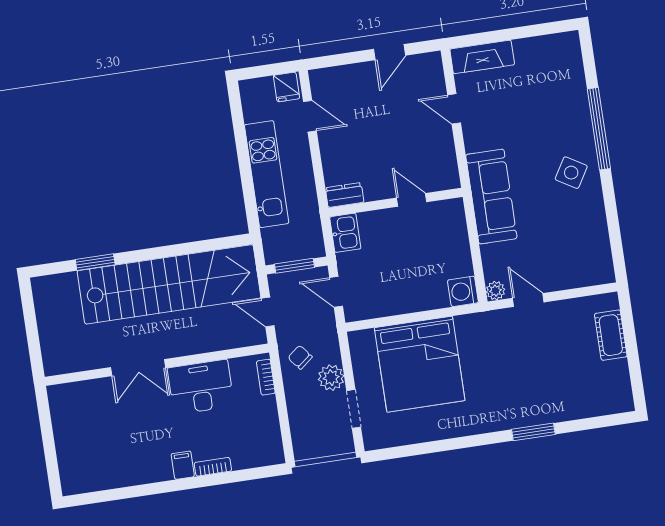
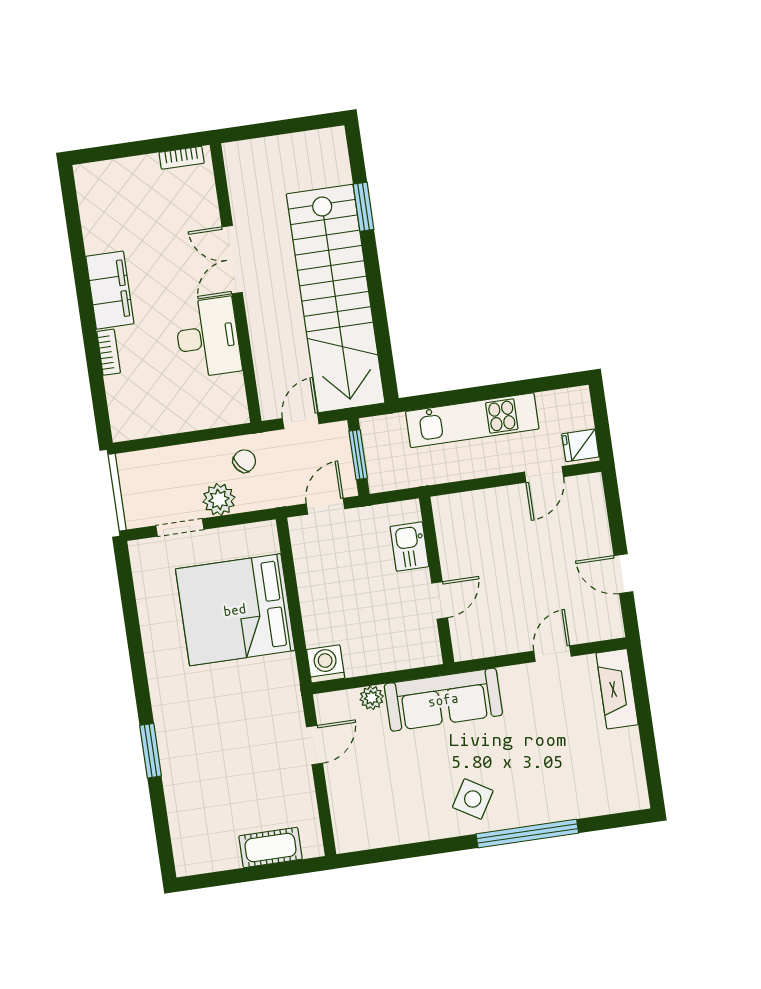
dresser: (345, 195) -> (446, 517), removed
kitchen sink: (345, 233) -> (409, 547), moved, turned 90
plant: (496, 291) -> (372, 698), moved
bookcase: (266, 377) -> (182, 158), moved, turned 180
filing cabinet: (183, 465) -> (110, 290), width x3.00, depth x1.17

